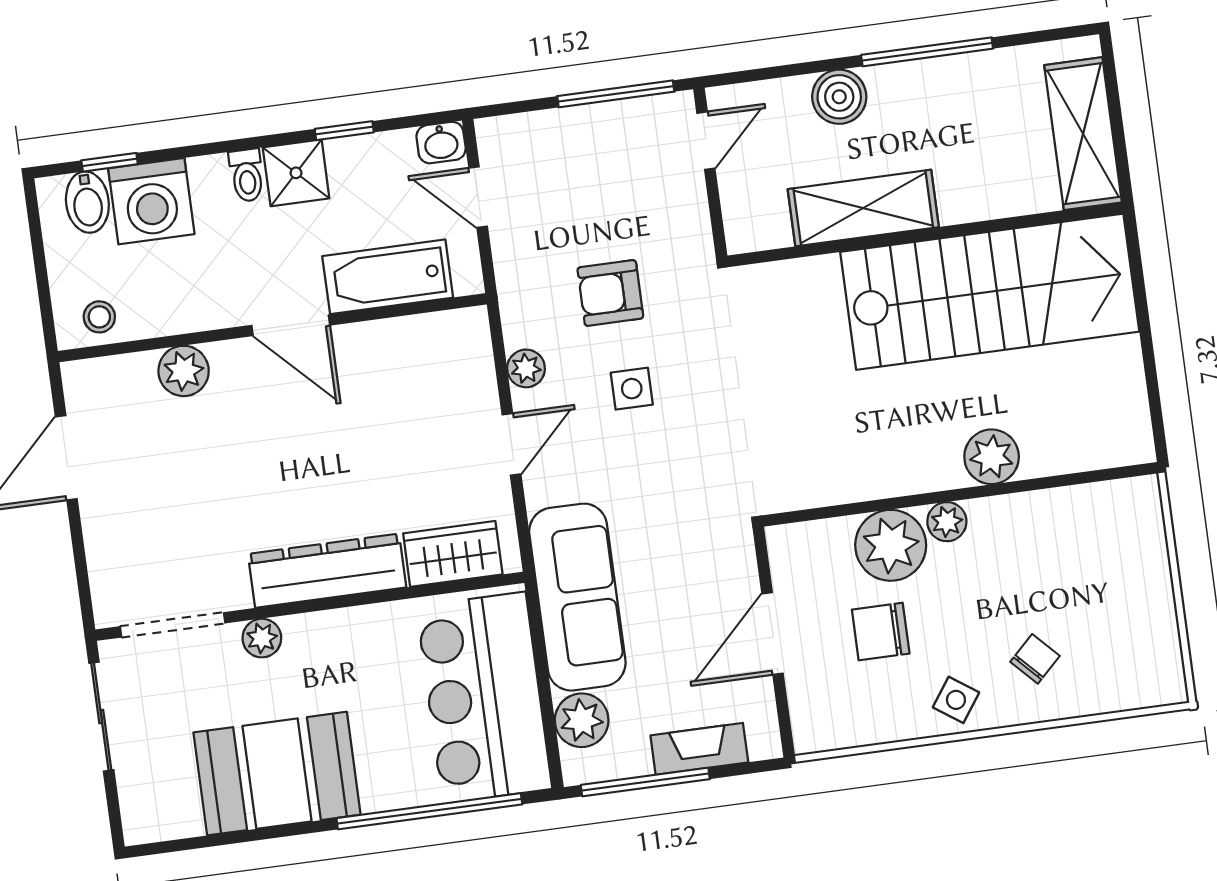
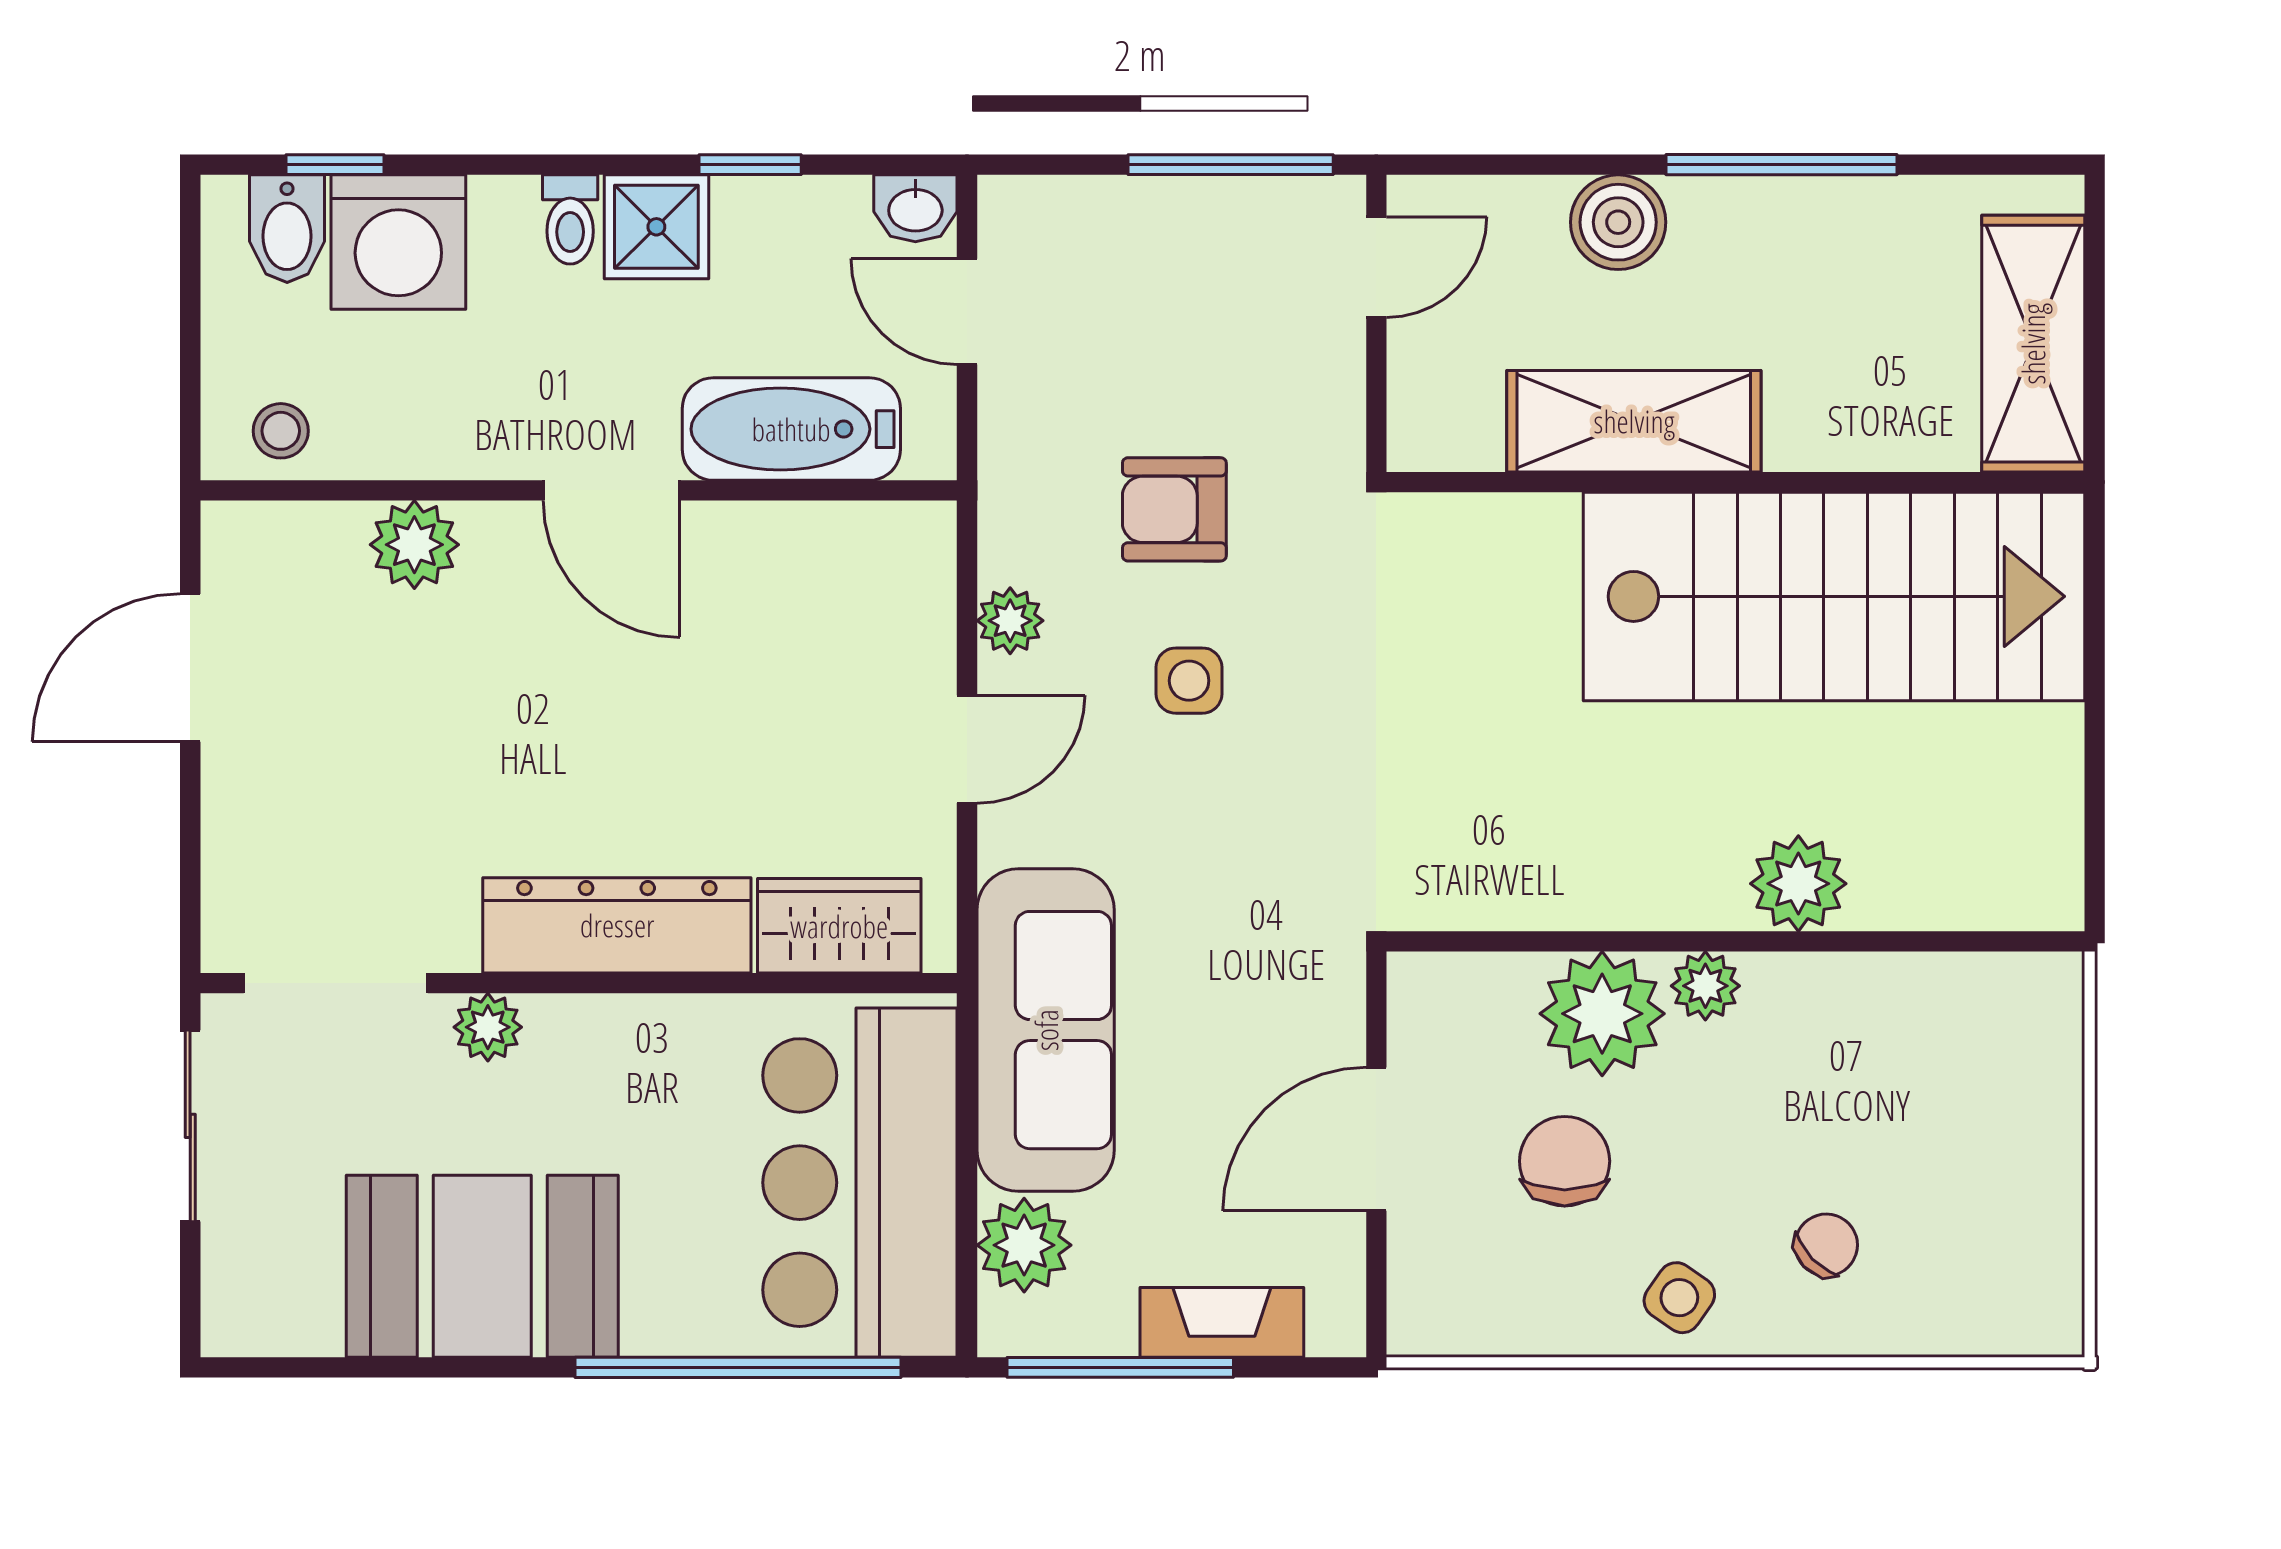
chair: (881, 632) -> (1565, 1161), turned 90

